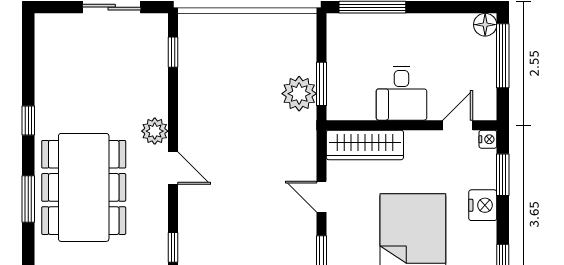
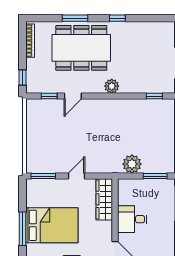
window: (321, 84) -> (155, 176), moved
door: (173, 168) -> (73, 96), moved

